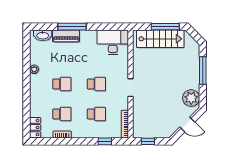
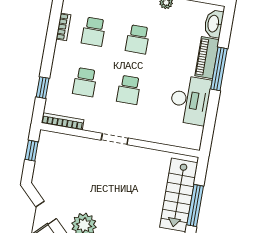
desk: (113, 42) -> (190, 100), moved

